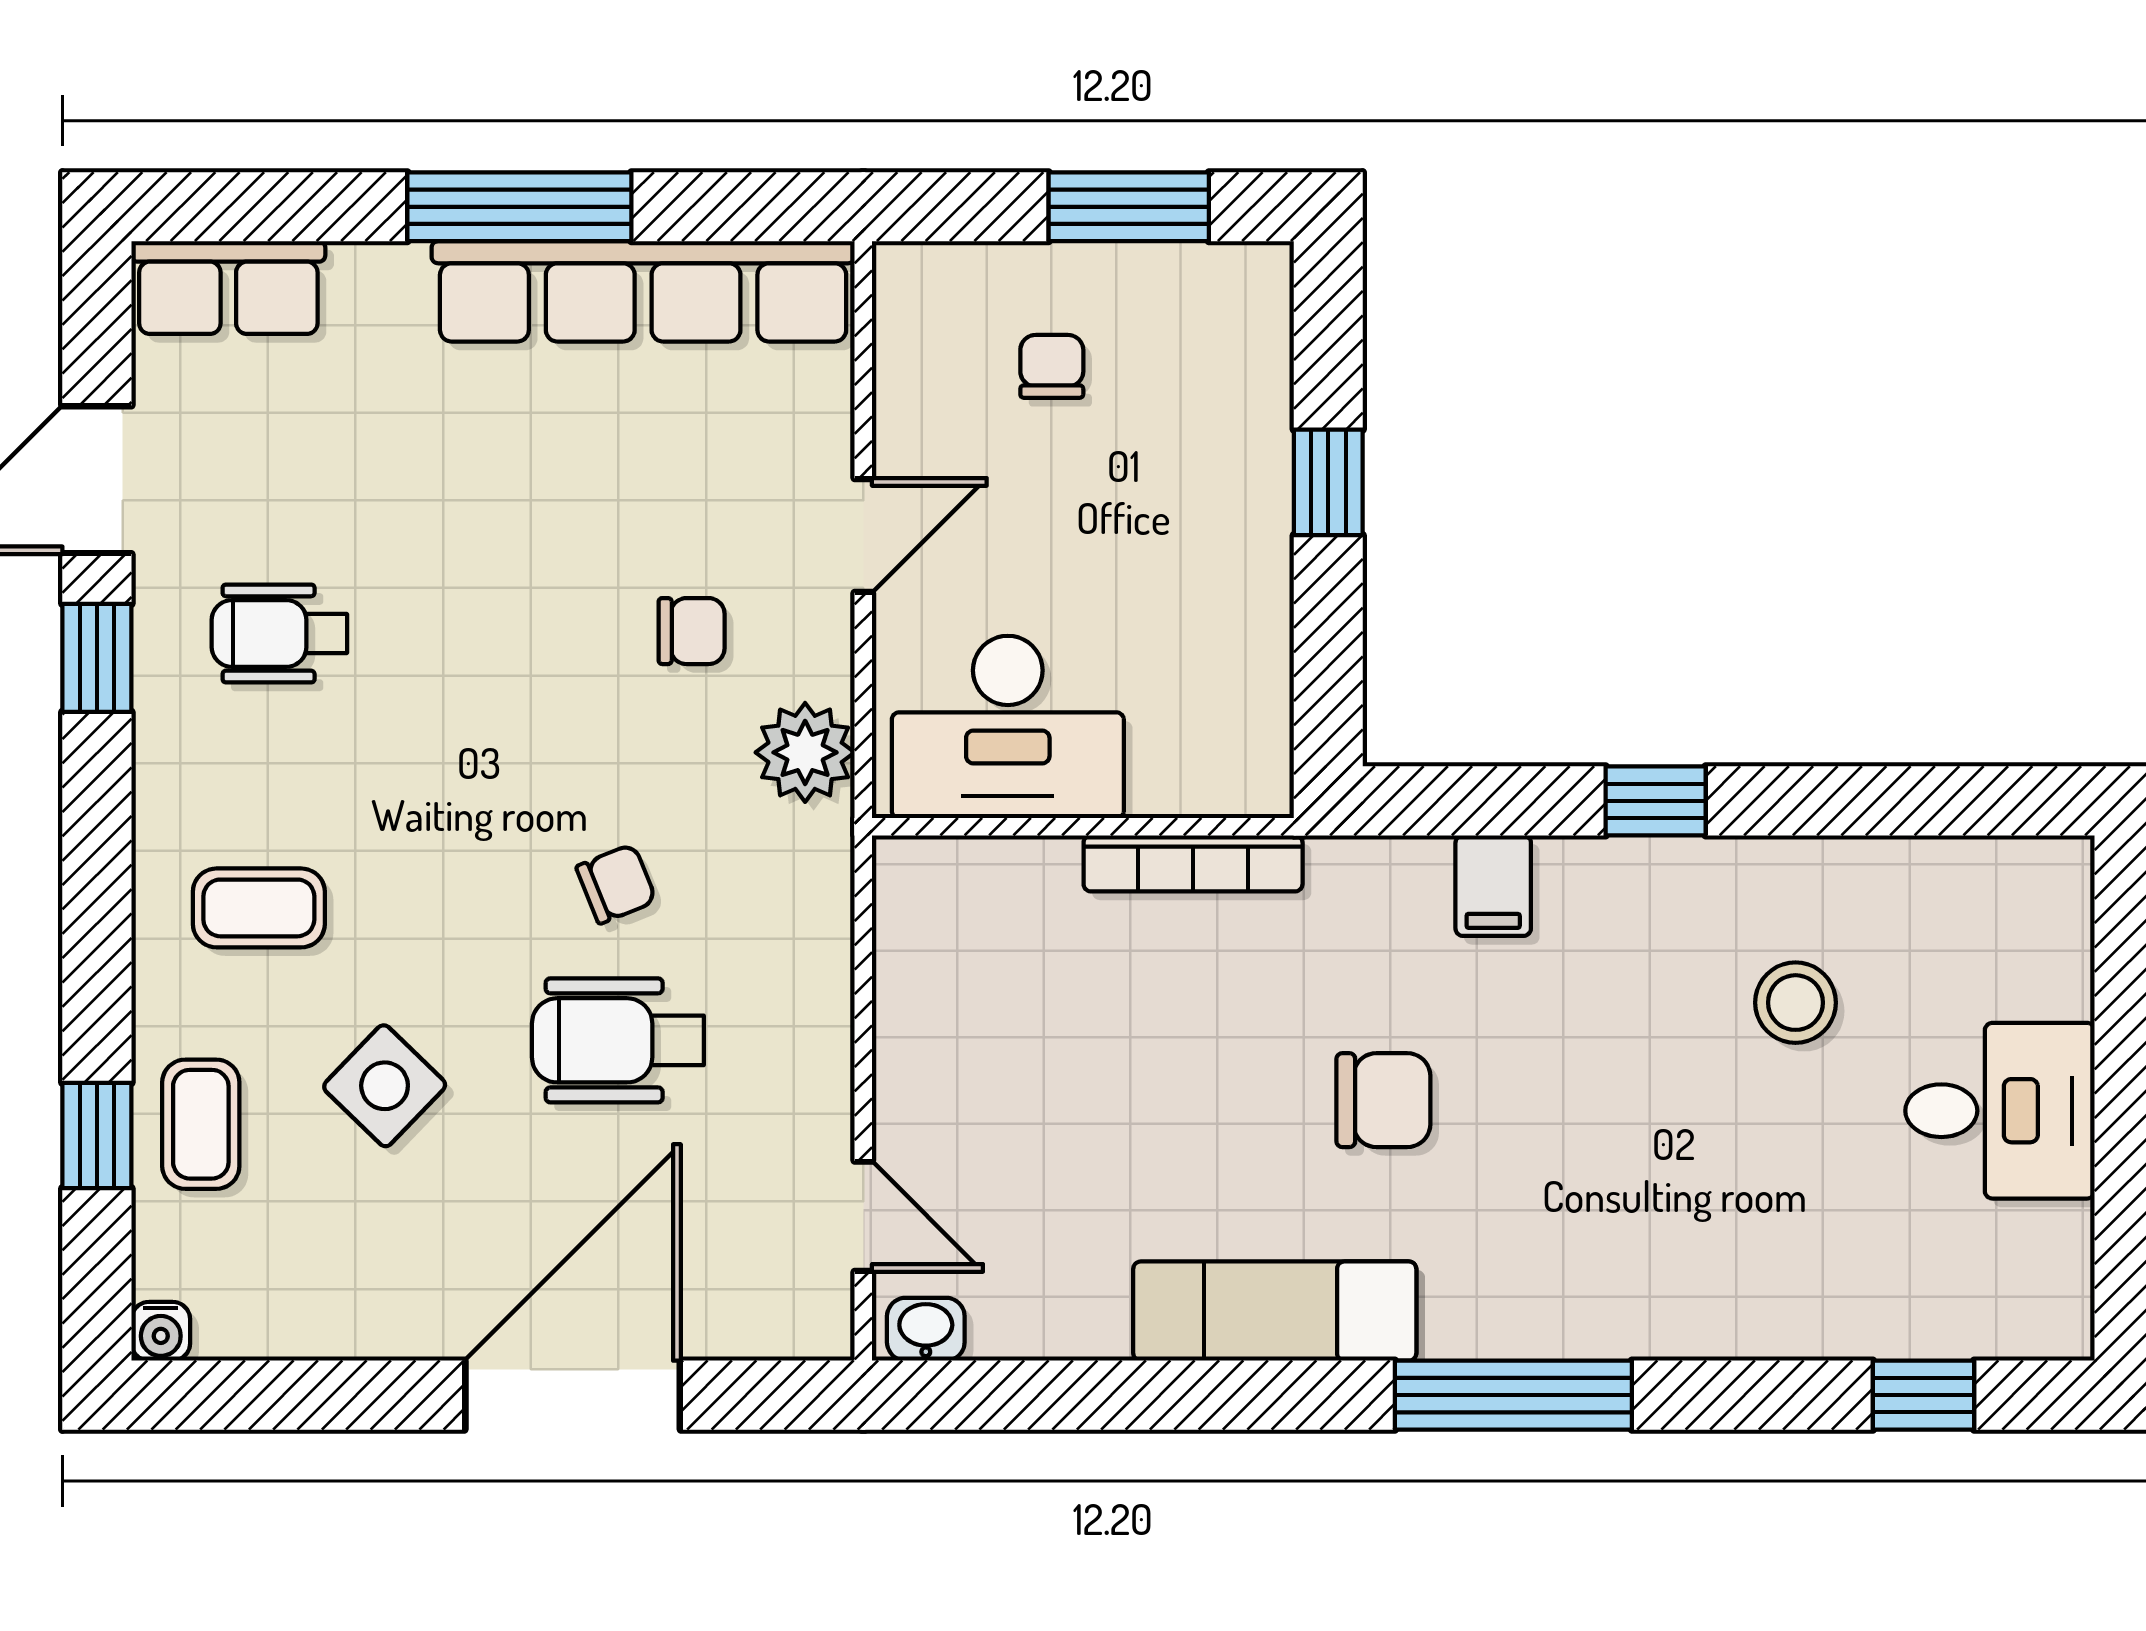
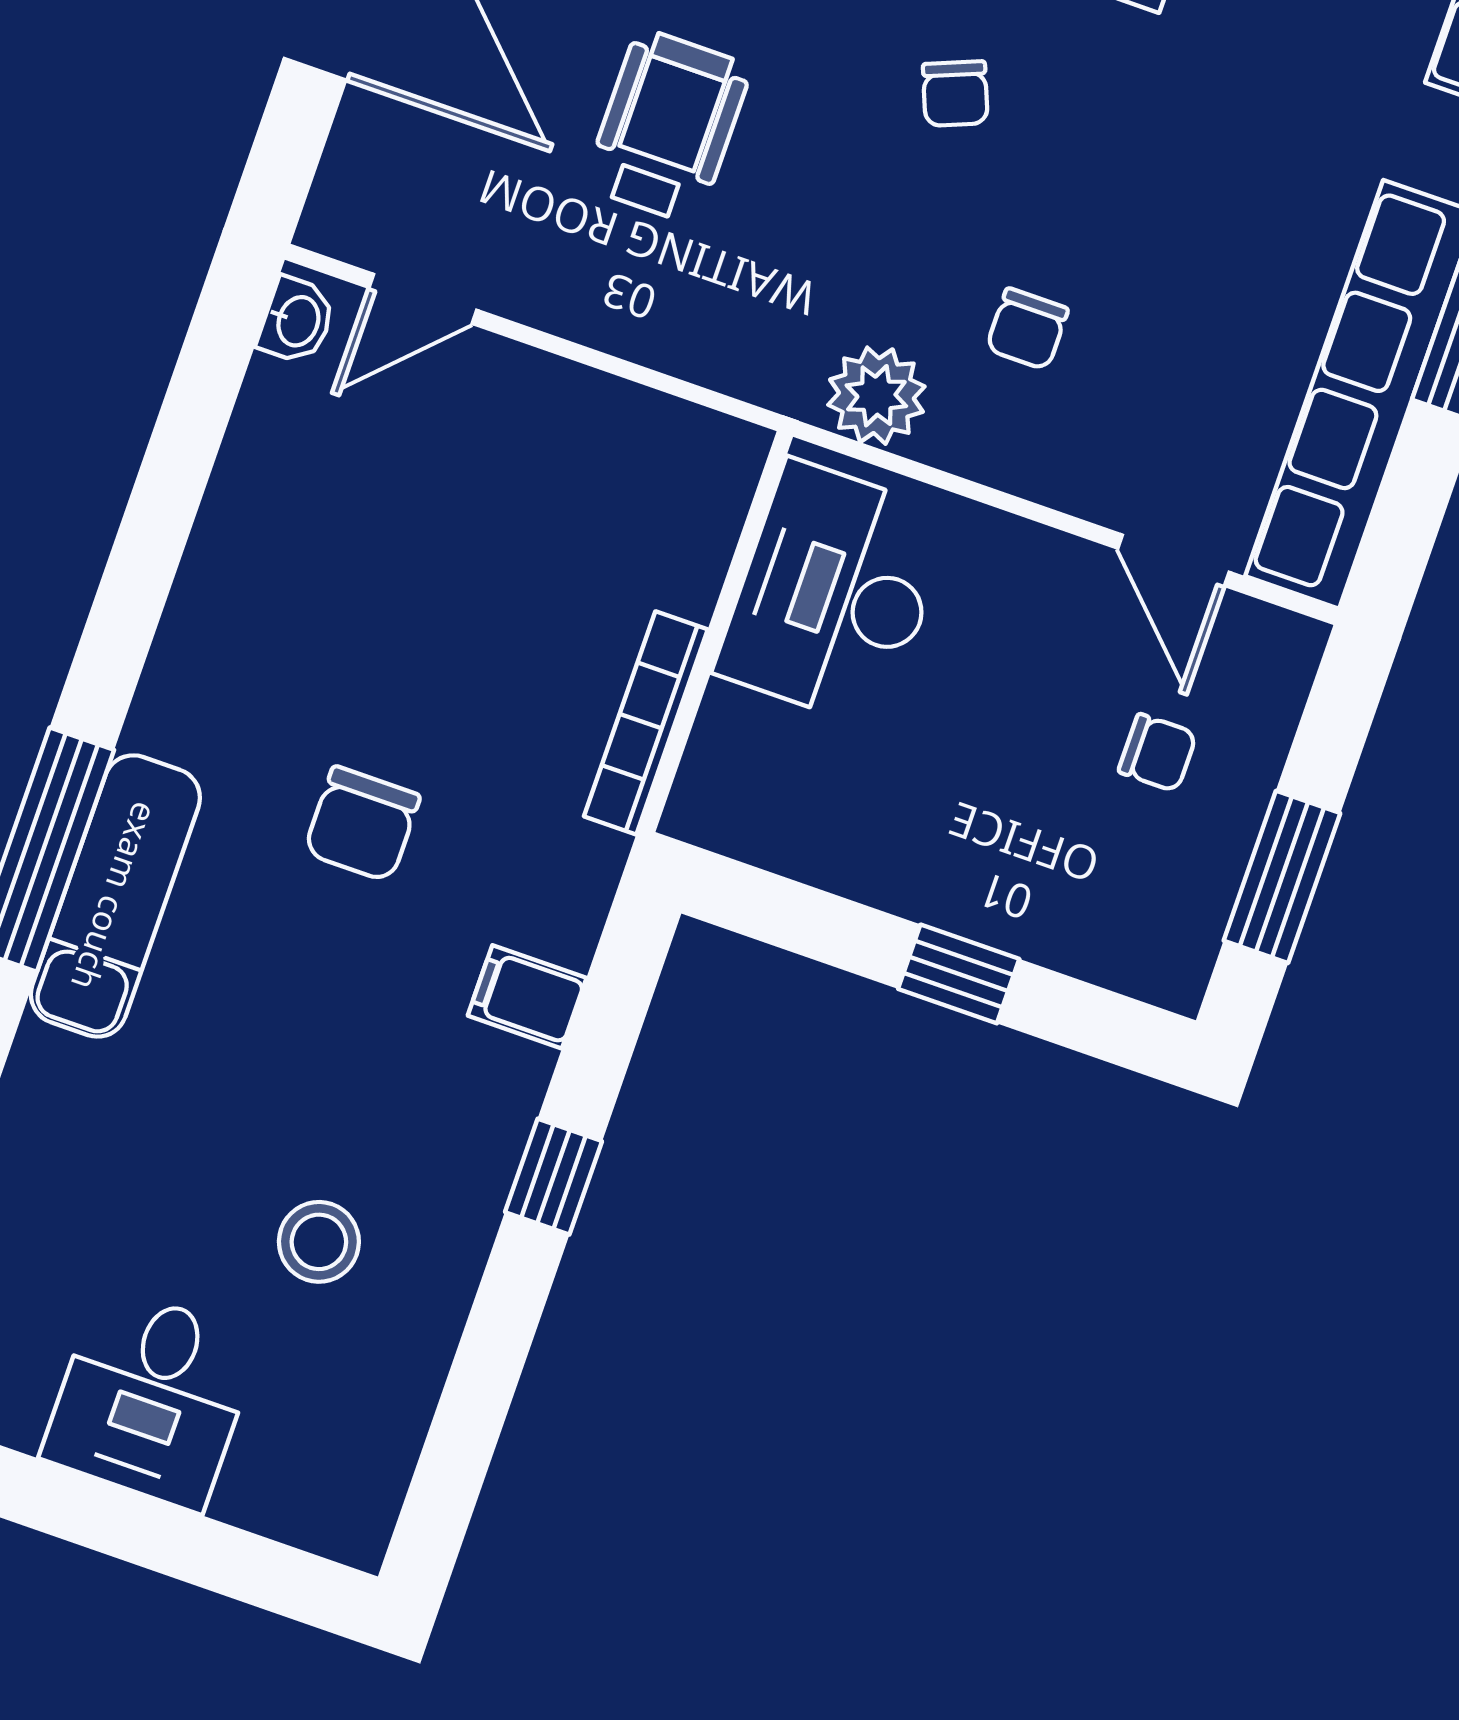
door: (863, 535) -> (1173, 560), moved
chair: (616, 884) -> (955, 94), moved
exam couch: (1275, 1311) -> (115, 896), moved

